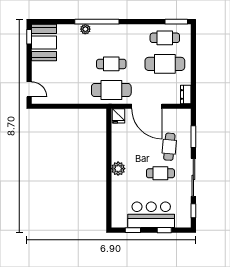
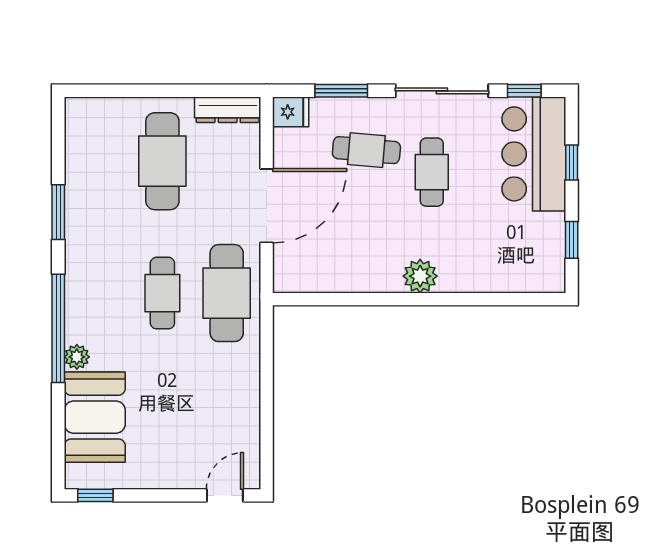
window: (176, 22) -> (58, 212), moved
cafe table: (165, 38) -> (98, 161), removed
booth: (44, 42) -> (95, 417), moved, turned 90
dresser: (186, 94) -> (228, 110), width x1.44
fridge: (118, 116) -> (291, 112), moved
bar counter: (151, 215) -> (534, 154), moved

